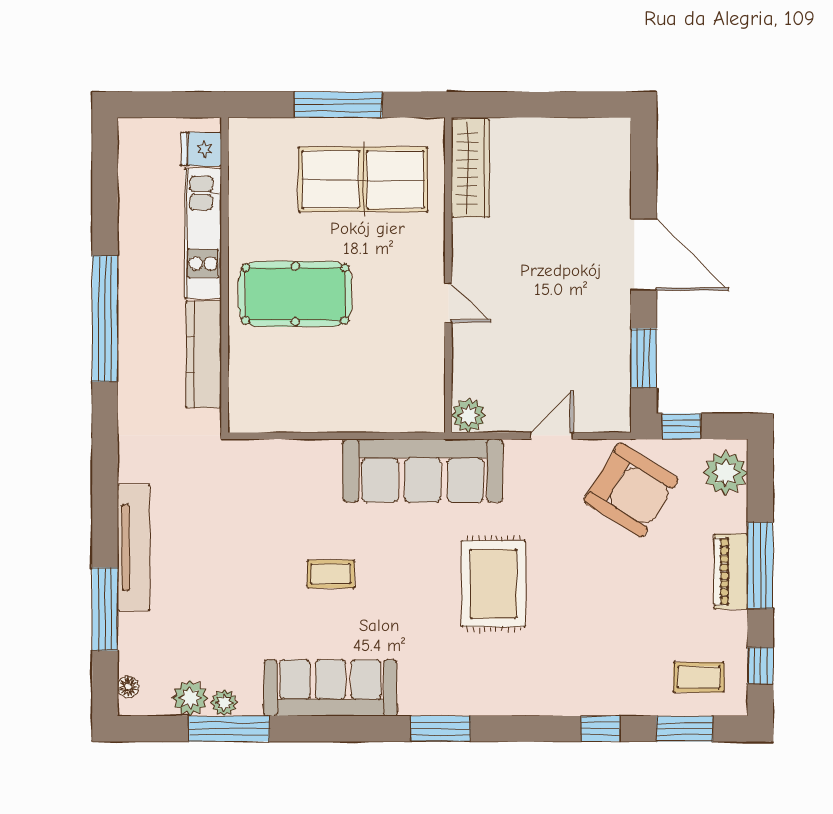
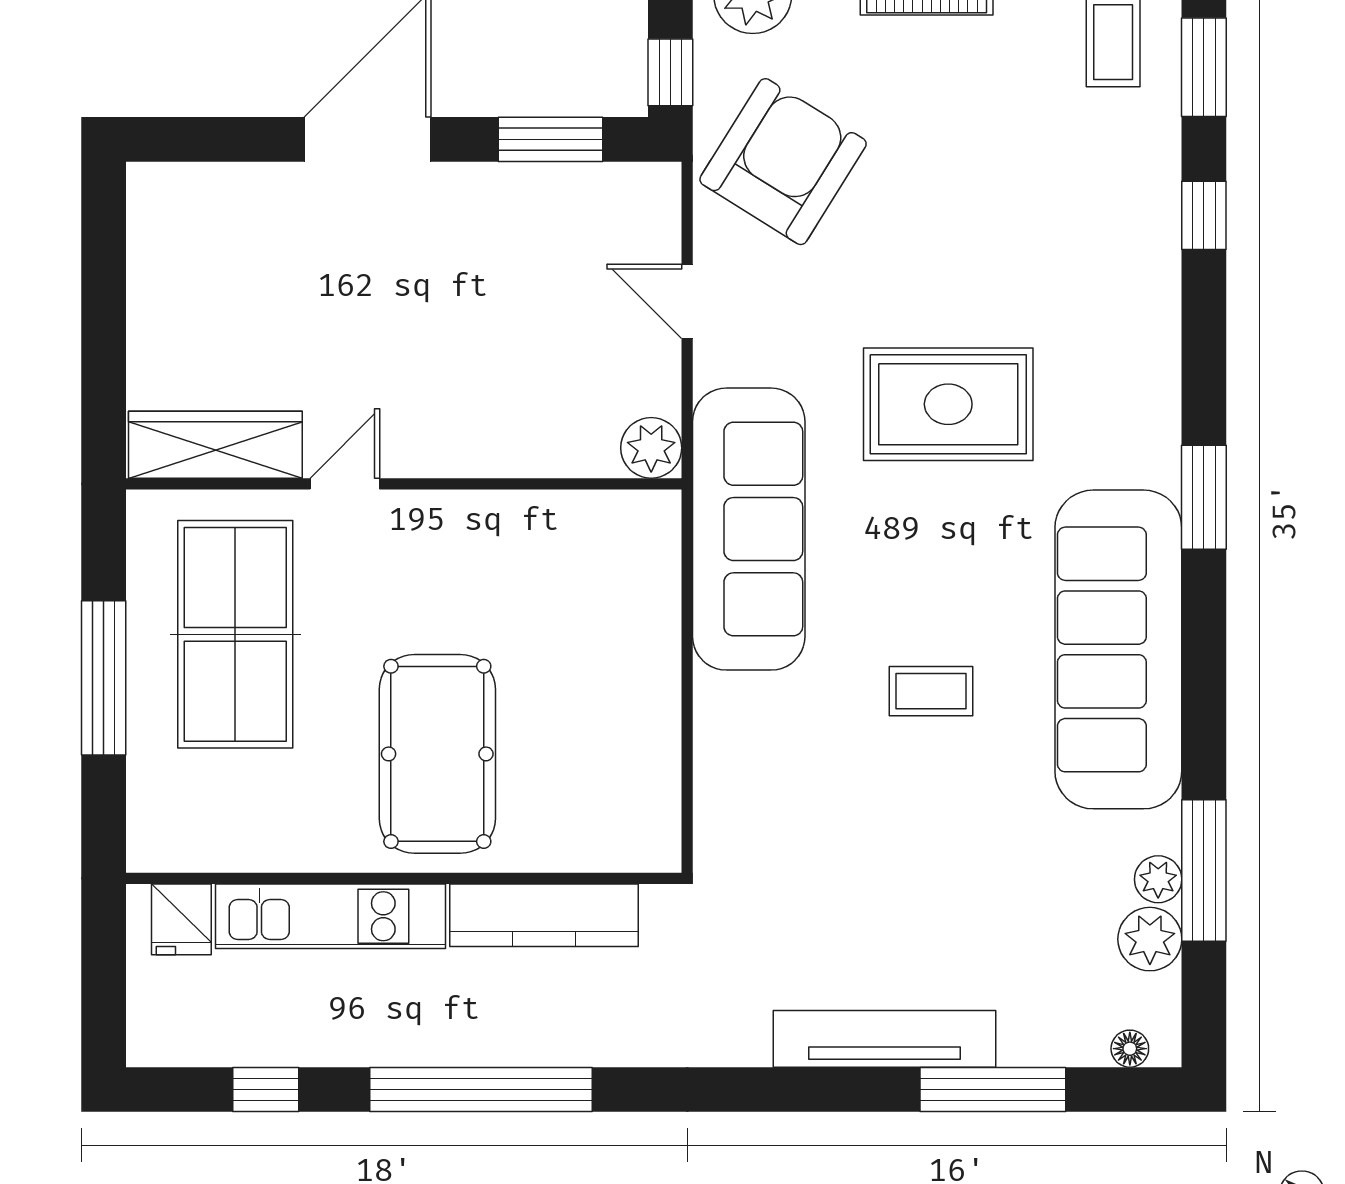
window: (105, 197) -> (266, 1089), added
door: (448, 303) -> (345, 484), moved
coffee table: (331, 574) -> (931, 691), turned 90
sofa: (330, 688) -> (1118, 649), width x1.36, depth x1.27

